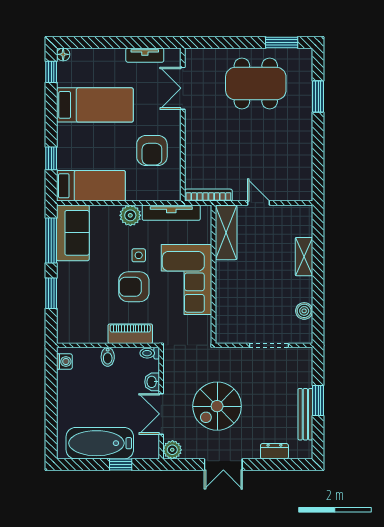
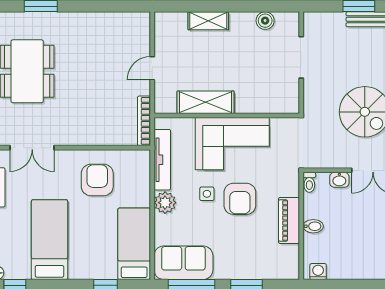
armchair: (152, 150) -> (97, 180), turned -90
shelving: (226, 233) -> (206, 102), moved
piano: (130, 334) -> (289, 220), moved

